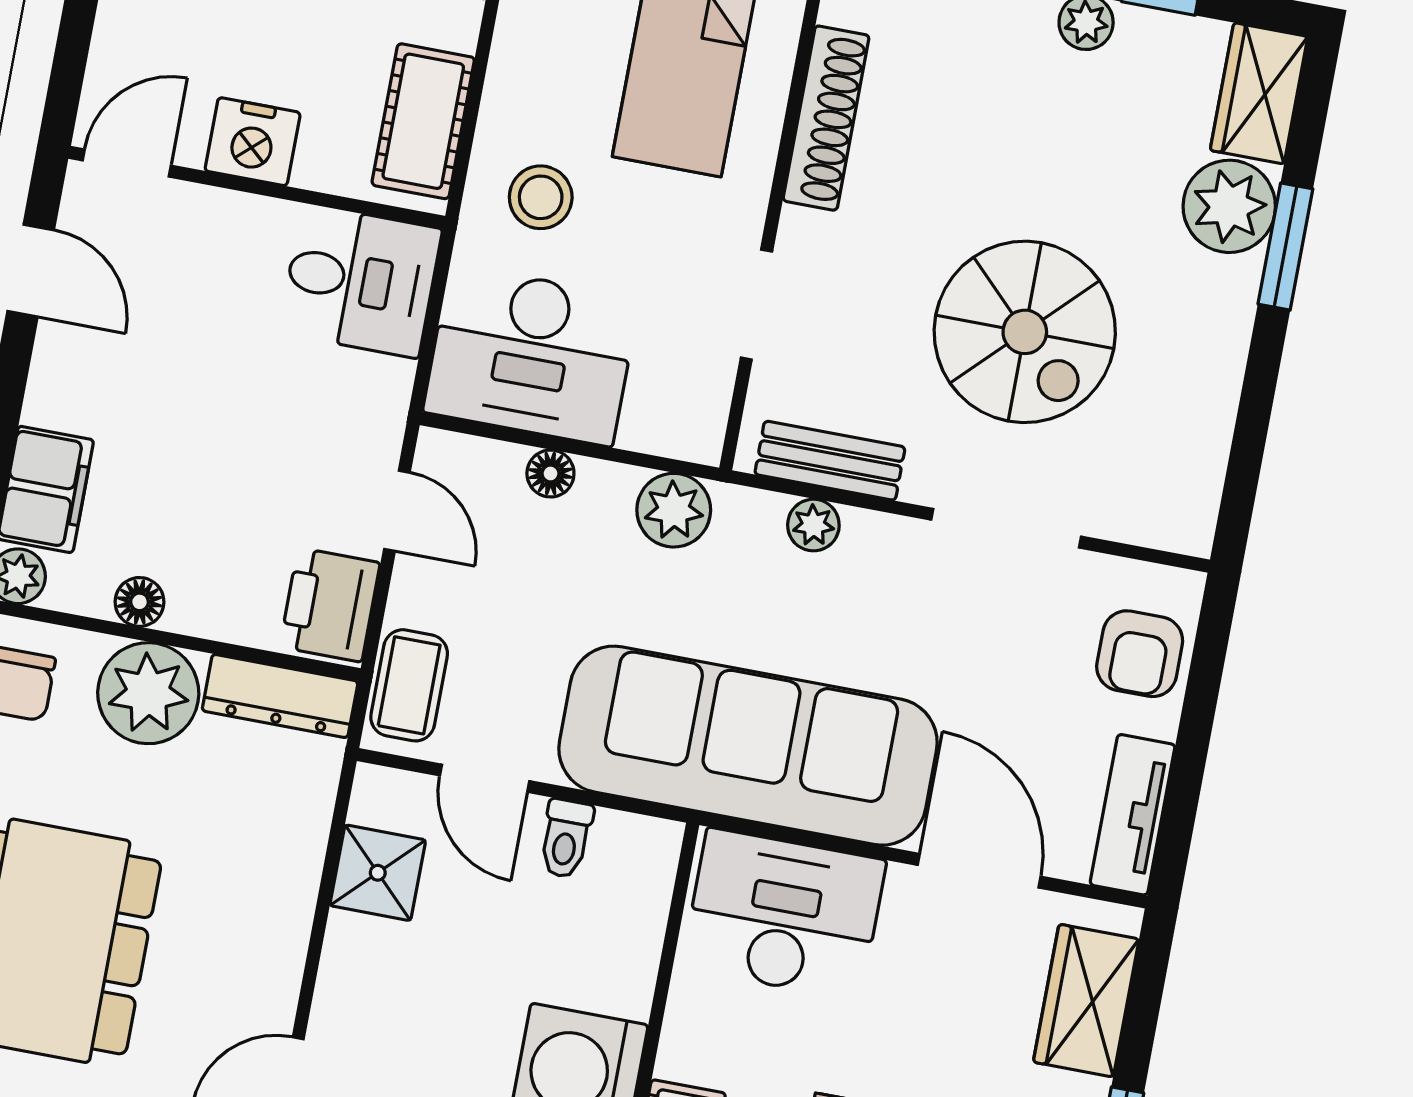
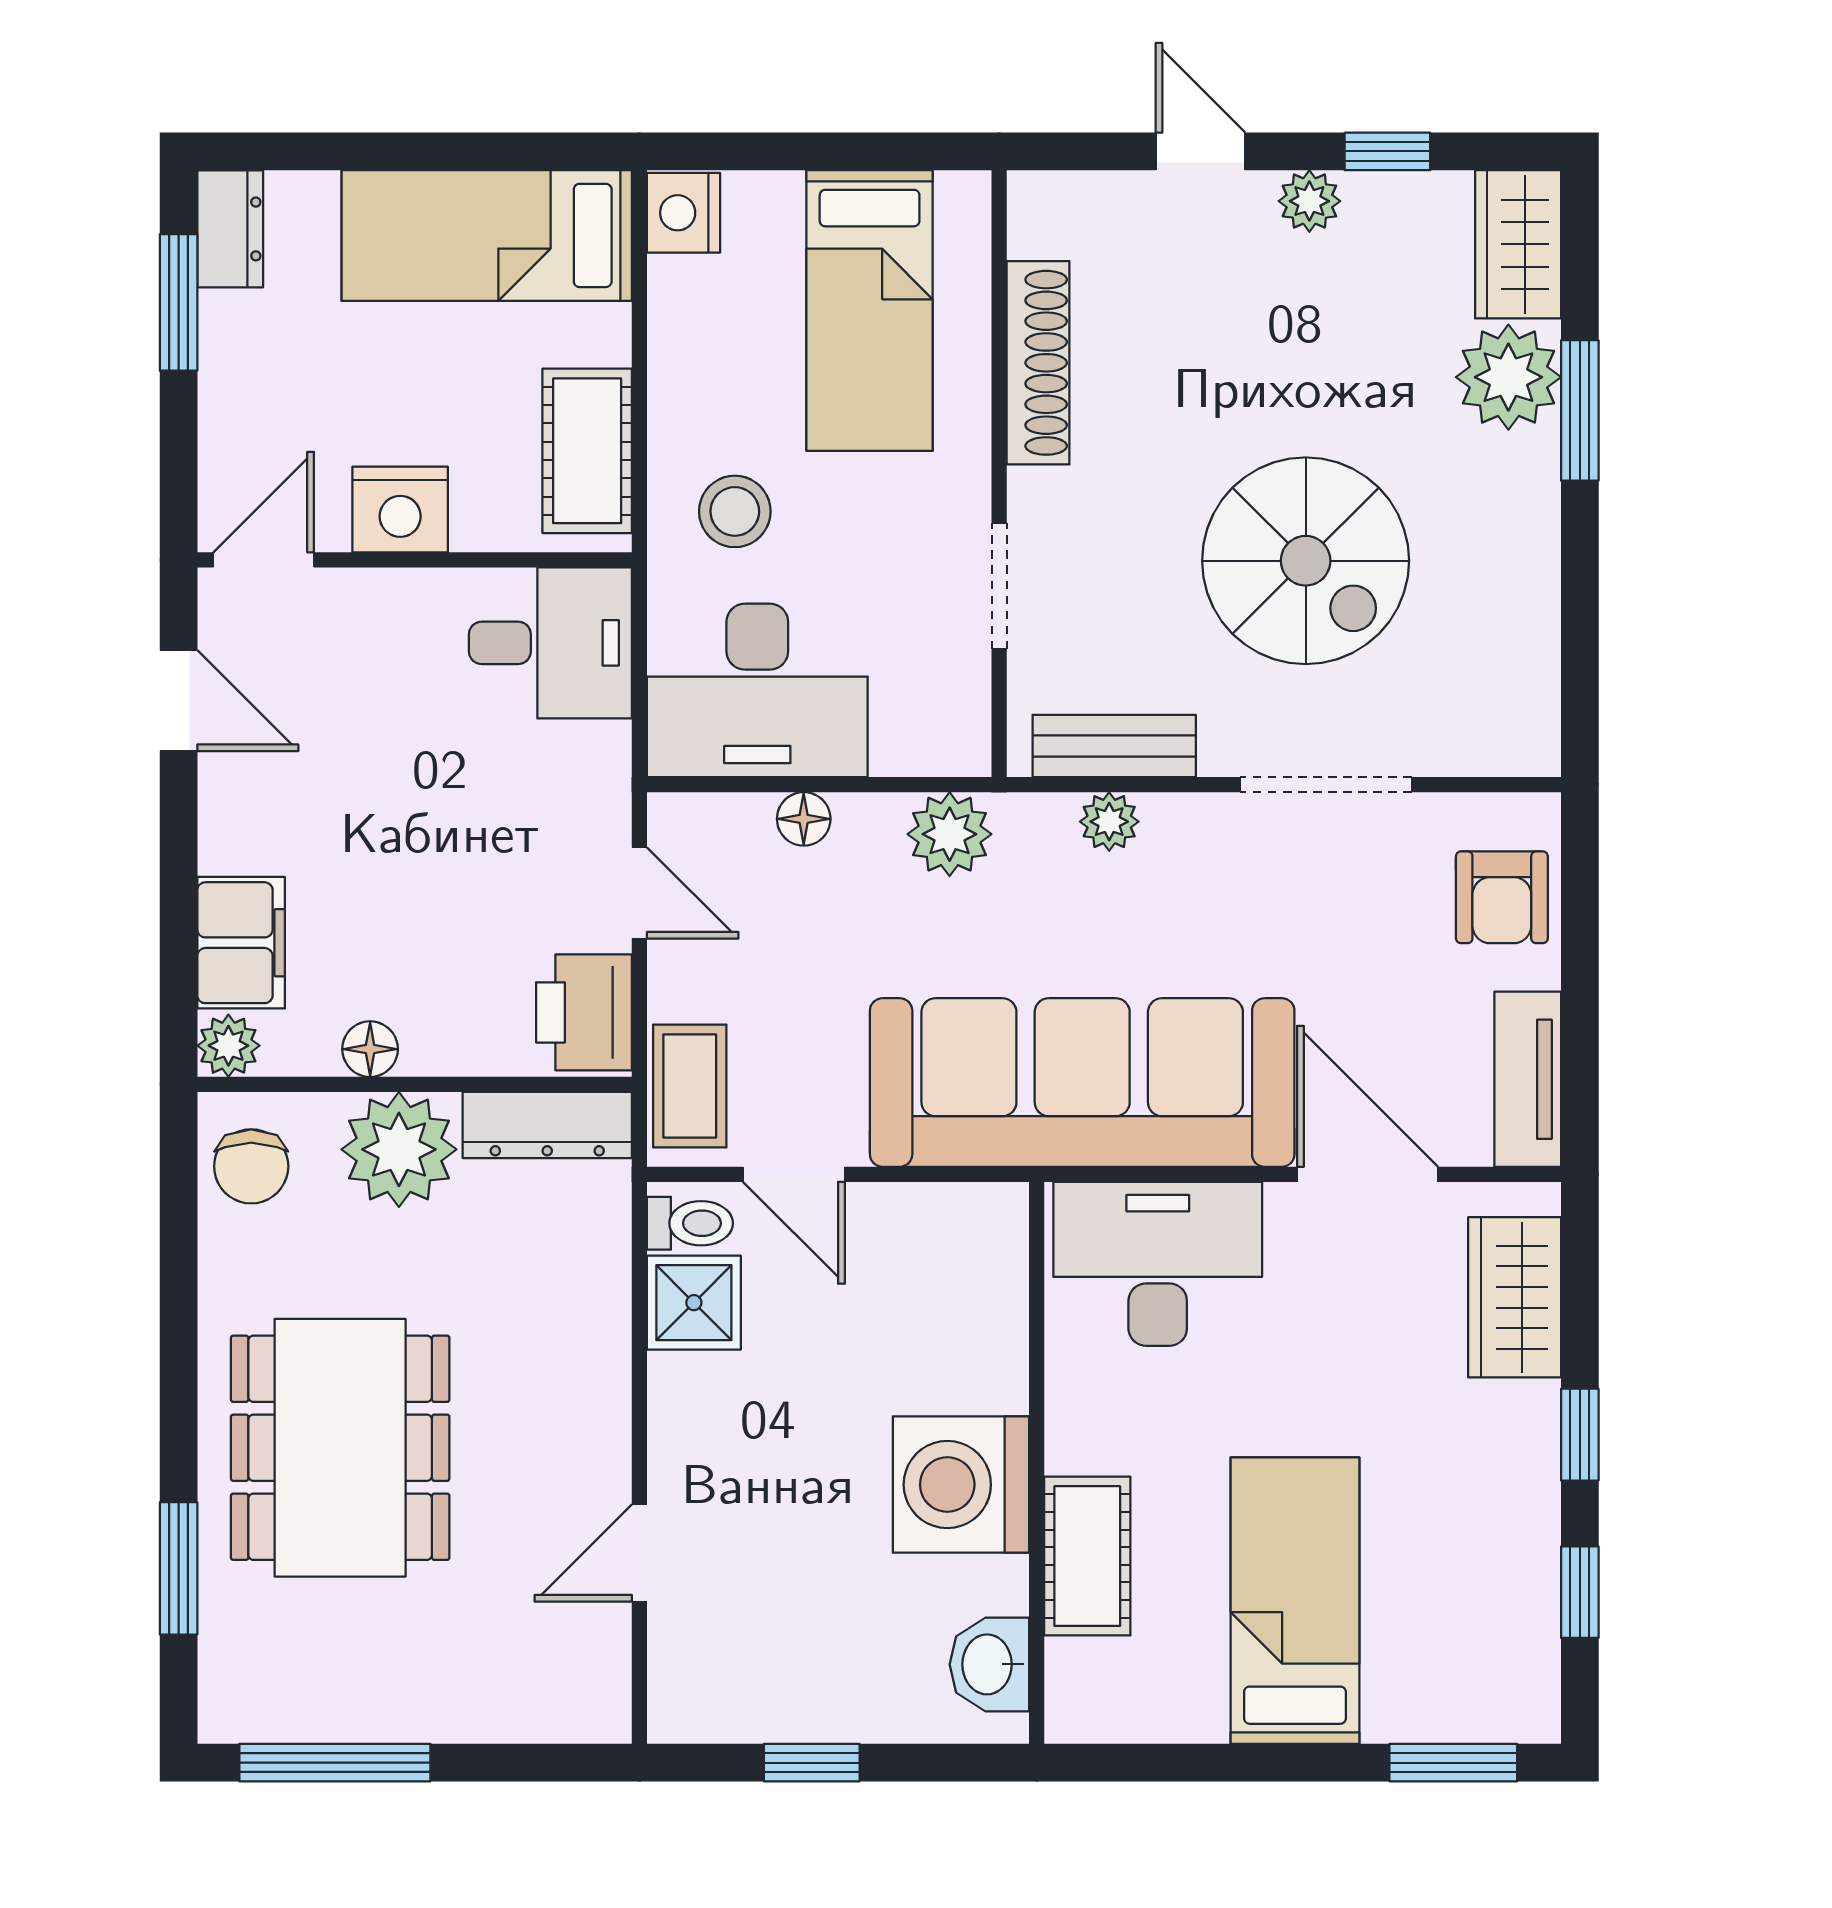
toilet: (566, 839) -> (690, 1223), moved, turned -90

